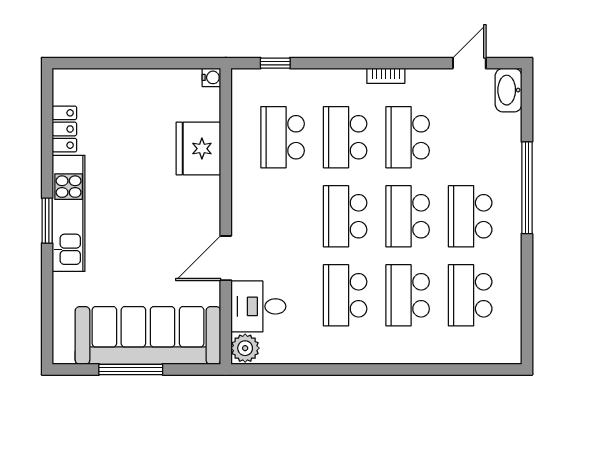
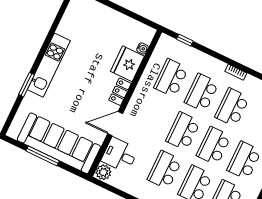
water cooler: (211, 77) -> (143, 48), moved
locker: (64, 129) -> (120, 92), moved, turned 180
window: (47, 221) -> (27, 85), moved

